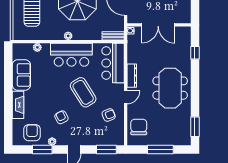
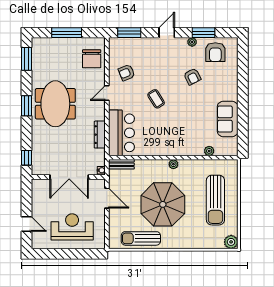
double door: (158, 25) -> (69, 177), swing flipped
window: (195, 53) -> (27, 158), moved
bar counter: (71, 55) -> (170, 142), removed
dresser: (132, 76) -> (100, 135), moved
window: (195, 86) -> (27, 106), added
coffee table: (83, 92) -> (156, 99), width x0.54, depth x0.58
fireplace: (18, 105) -> (231, 84), removed
armchair: (61, 117) -> (192, 77), moved

